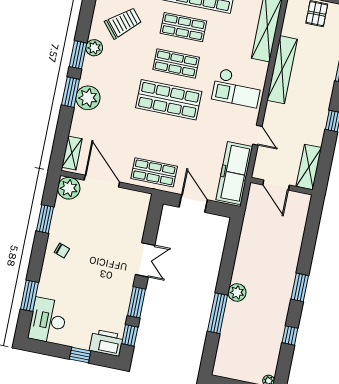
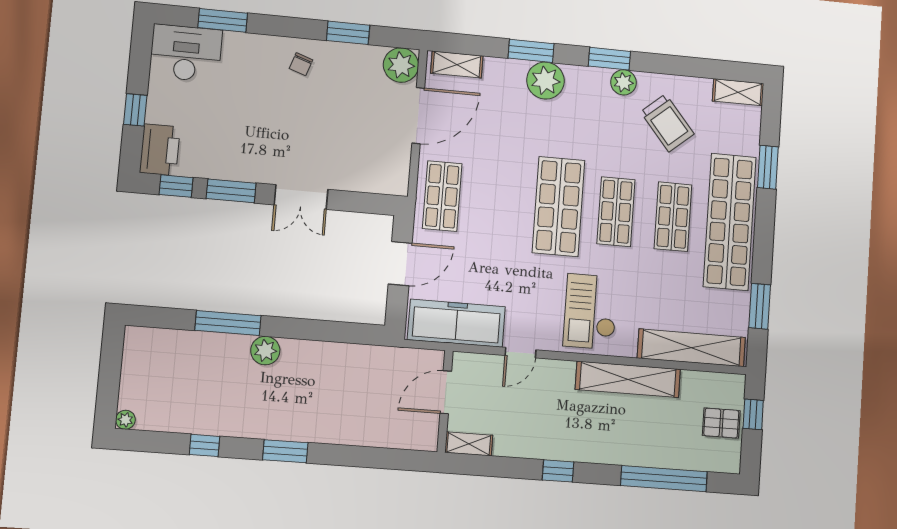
window: (71, 92) -> (531, 51), moved
shelving: (309, 167) -> (469, 444), width x0.67, depth x0.75

